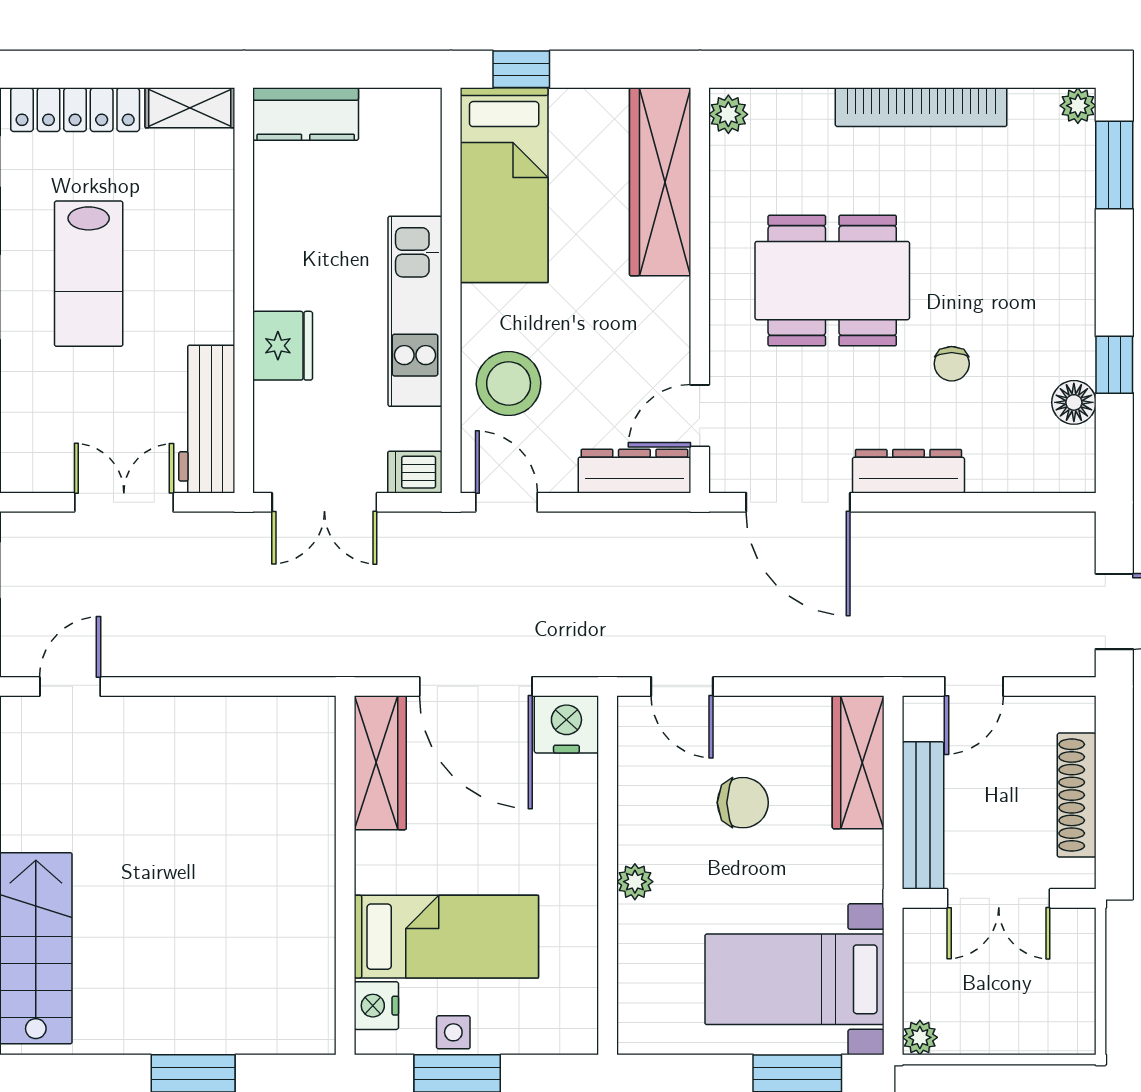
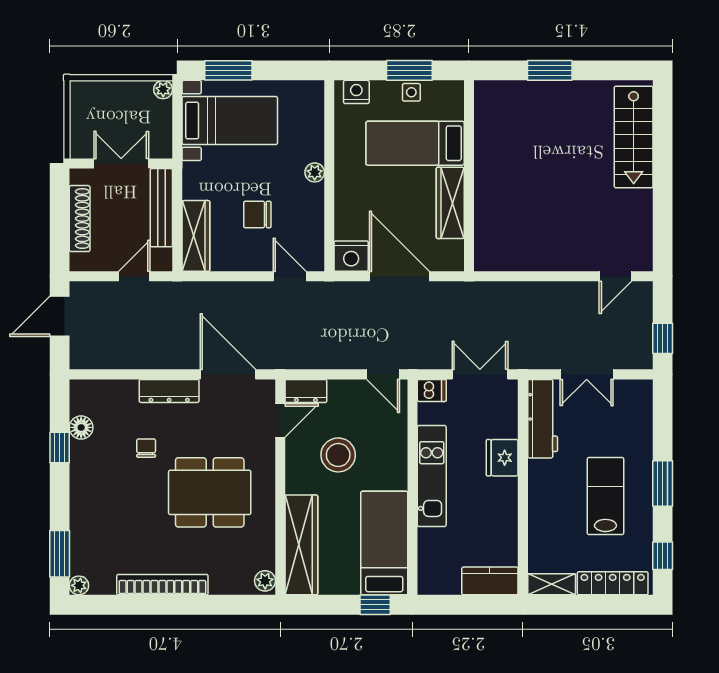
stool: (509, 383) -> (338, 455), moved
dresser: (634, 471) -> (306, 391), width x0.70
wardrobe: (380, 763) -> (450, 203), moved
nightstand: (376, 1006) -> (356, 92), moved, turned -90

